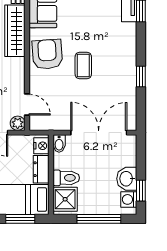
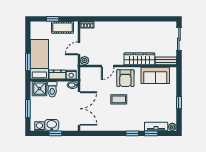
armchair: (47, 54) -> (125, 78), turned 94
window: (141, 76) -> (132, 133), moved
door: (27, 105) -> (108, 66), moved
window: (141, 191) -> (55, 133), moved
window: (99, 219) -> (28, 109), width x0.69

